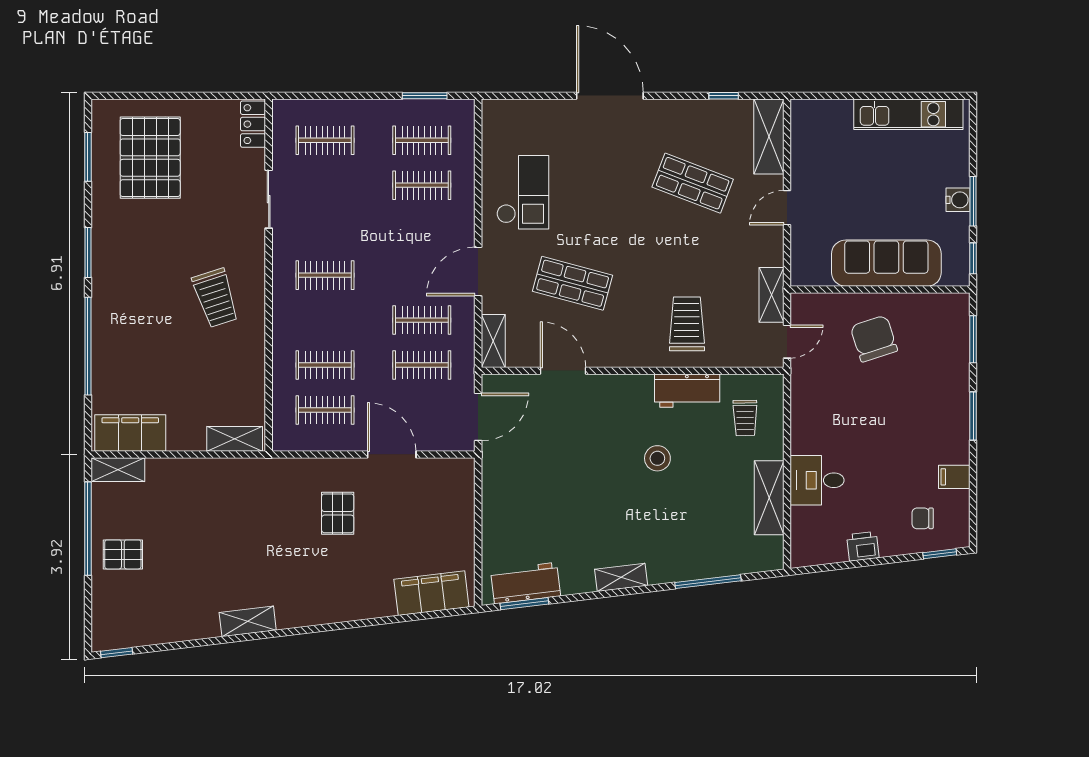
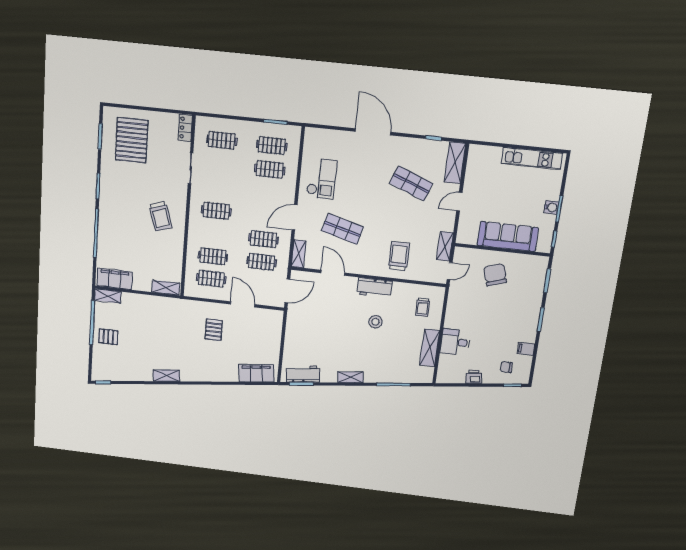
workbench: (687, 391) -> (374, 288), moved

